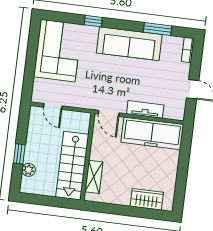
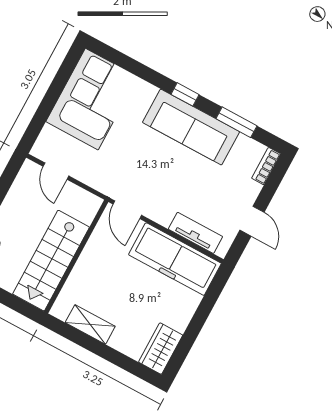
window: (93, 21) -> (185, 94), moved
tv unit: (145, 109) -> (195, 233), moved
shelving: (94, 177) -> (90, 324), moved, turned 90
wardrobe: (147, 199) -> (161, 349), moved, turned -90

